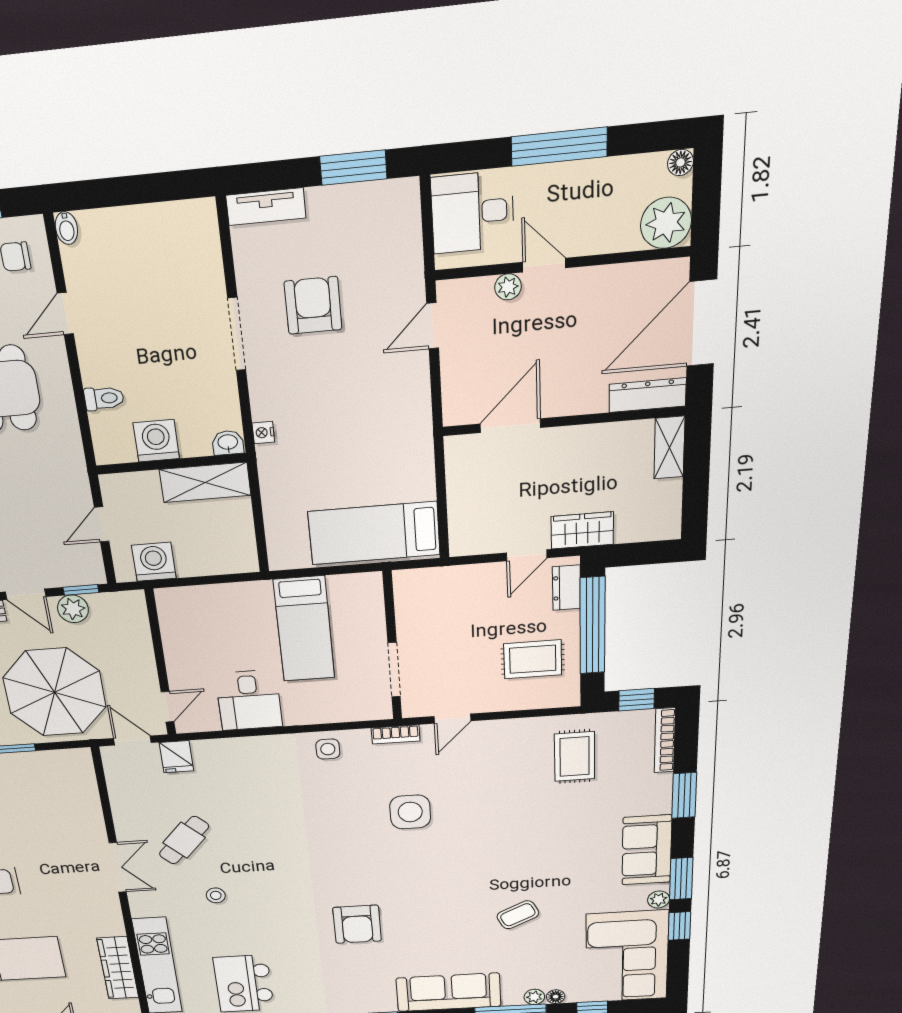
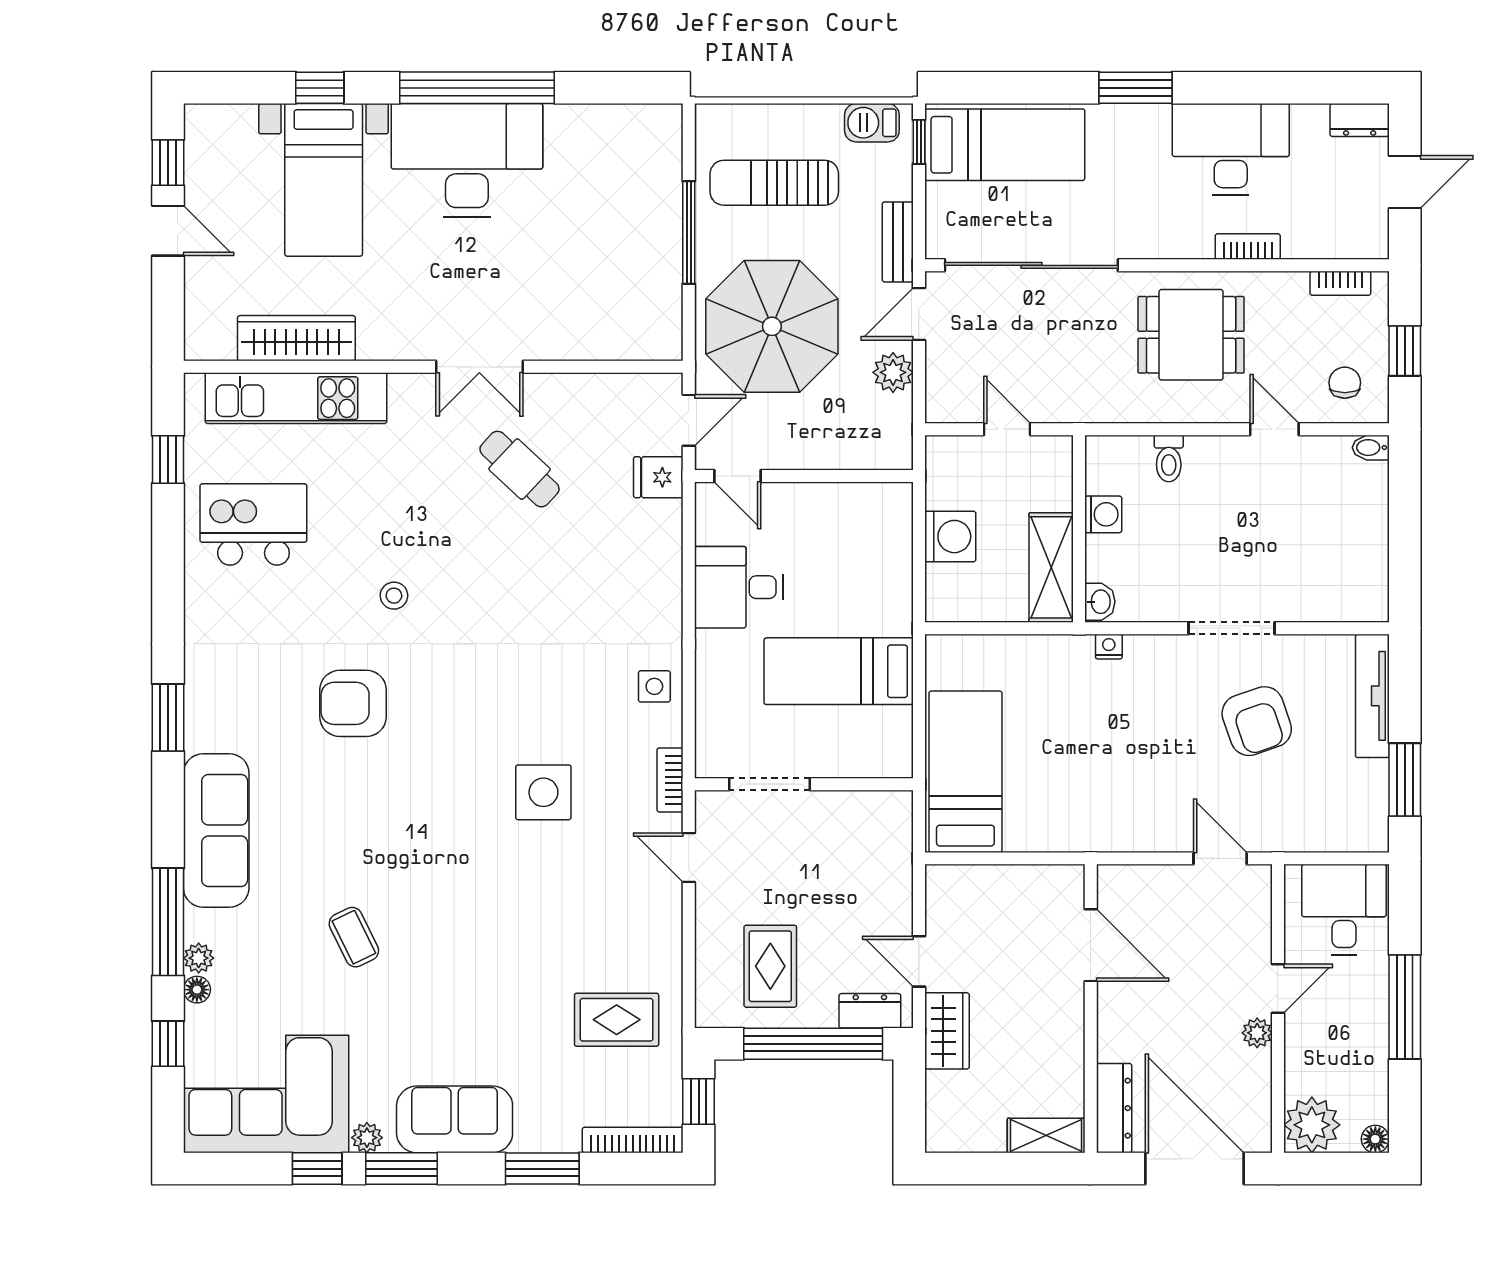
tv unit: (266, 207) -> (1372, 696), width x1.41
plant: (508, 287) -> (1257, 1033), moved
armchair: (313, 305) -> (1257, 721), turned 71
washing machine: (156, 441) -> (1103, 514), width x0.73, depth x0.73
washing machine: (154, 562) -> (950, 537), moved
window: (81, 590) -> (919, 388), removed
stool: (216, 895) -> (394, 596), moved

